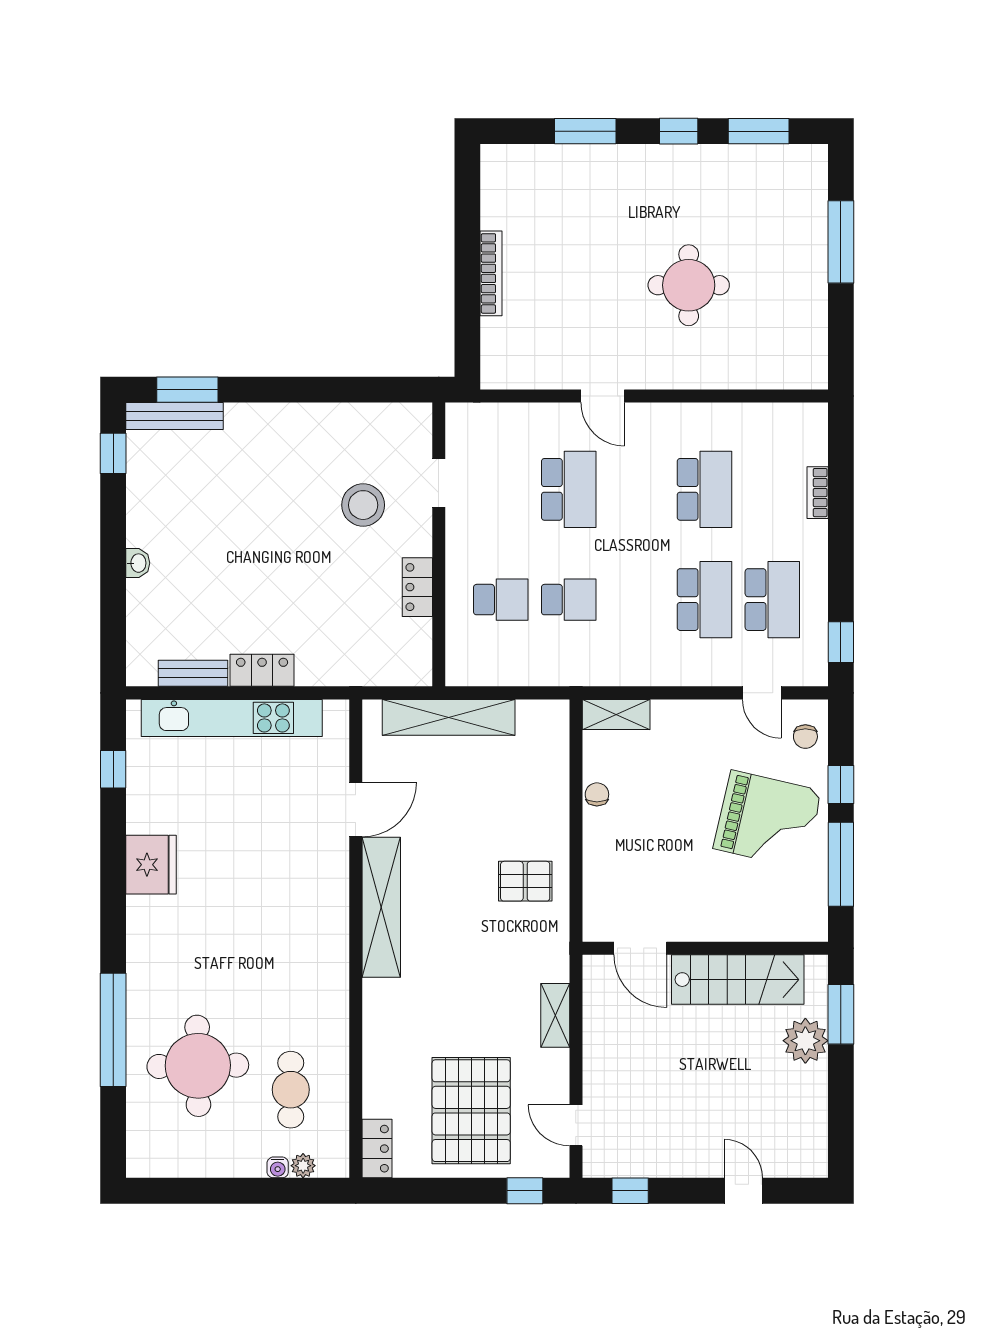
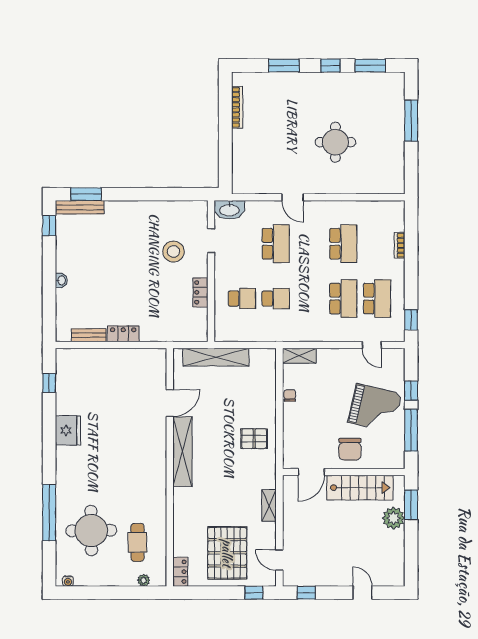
bookcase: (491, 273) -> (237, 107), moved
washbasin: (476, 421) -> (229, 210), added
kitchen unit: (232, 718) -> (108, 357), removed
chair: (805, 737) -> (350, 449), moved, width x1.87, depth x1.87
door: (640, 948) -> (311, 472), hinge flipped
water cooler: (278, 1167) -> (68, 581), moved

